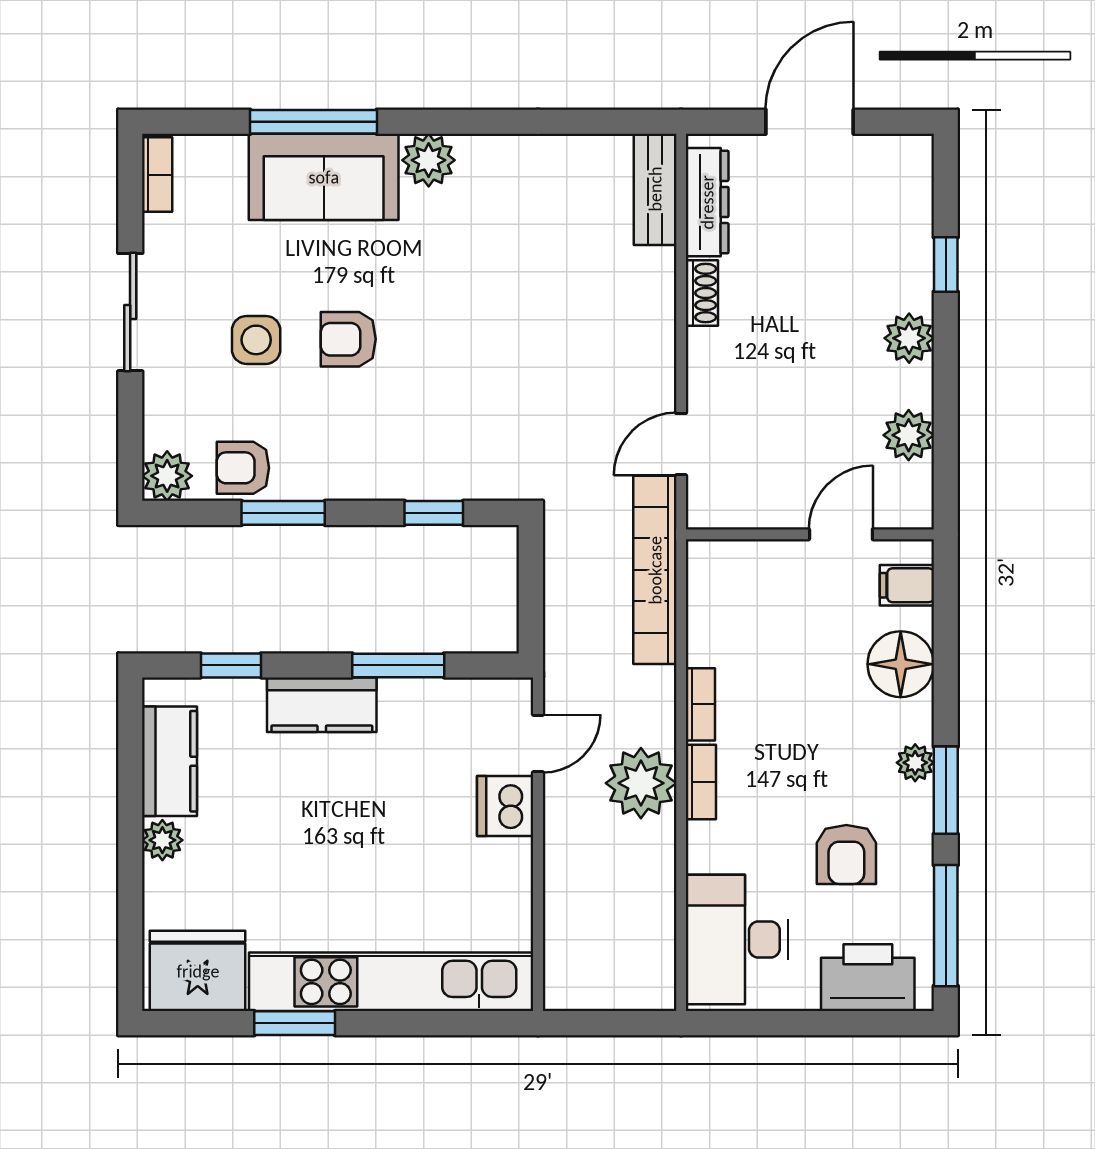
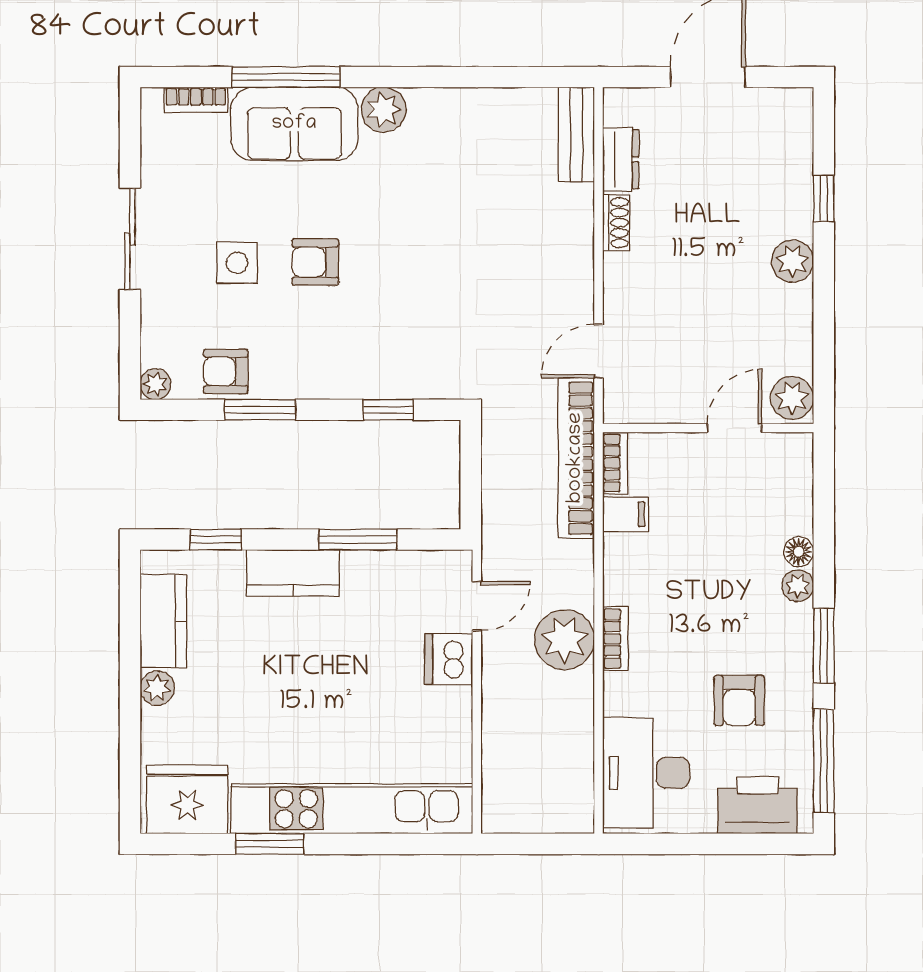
bookcase: (157, 175) -> (196, 100), moved, turned 90
dresser: (707, 202) -> (621, 159), width x0.70
plant: (909, 435) -> (792, 398), moved
plant: (167, 476) -> (155, 384), width x0.73, depth x0.73
filing cabinet: (907, 585) -> (626, 514), moved, turned 180
floor lamp: (901, 664) -> (799, 552), width x0.53, depth x0.53
bookcase: (700, 704) -> (615, 463), moved
plant: (915, 763) -> (798, 586), moved

